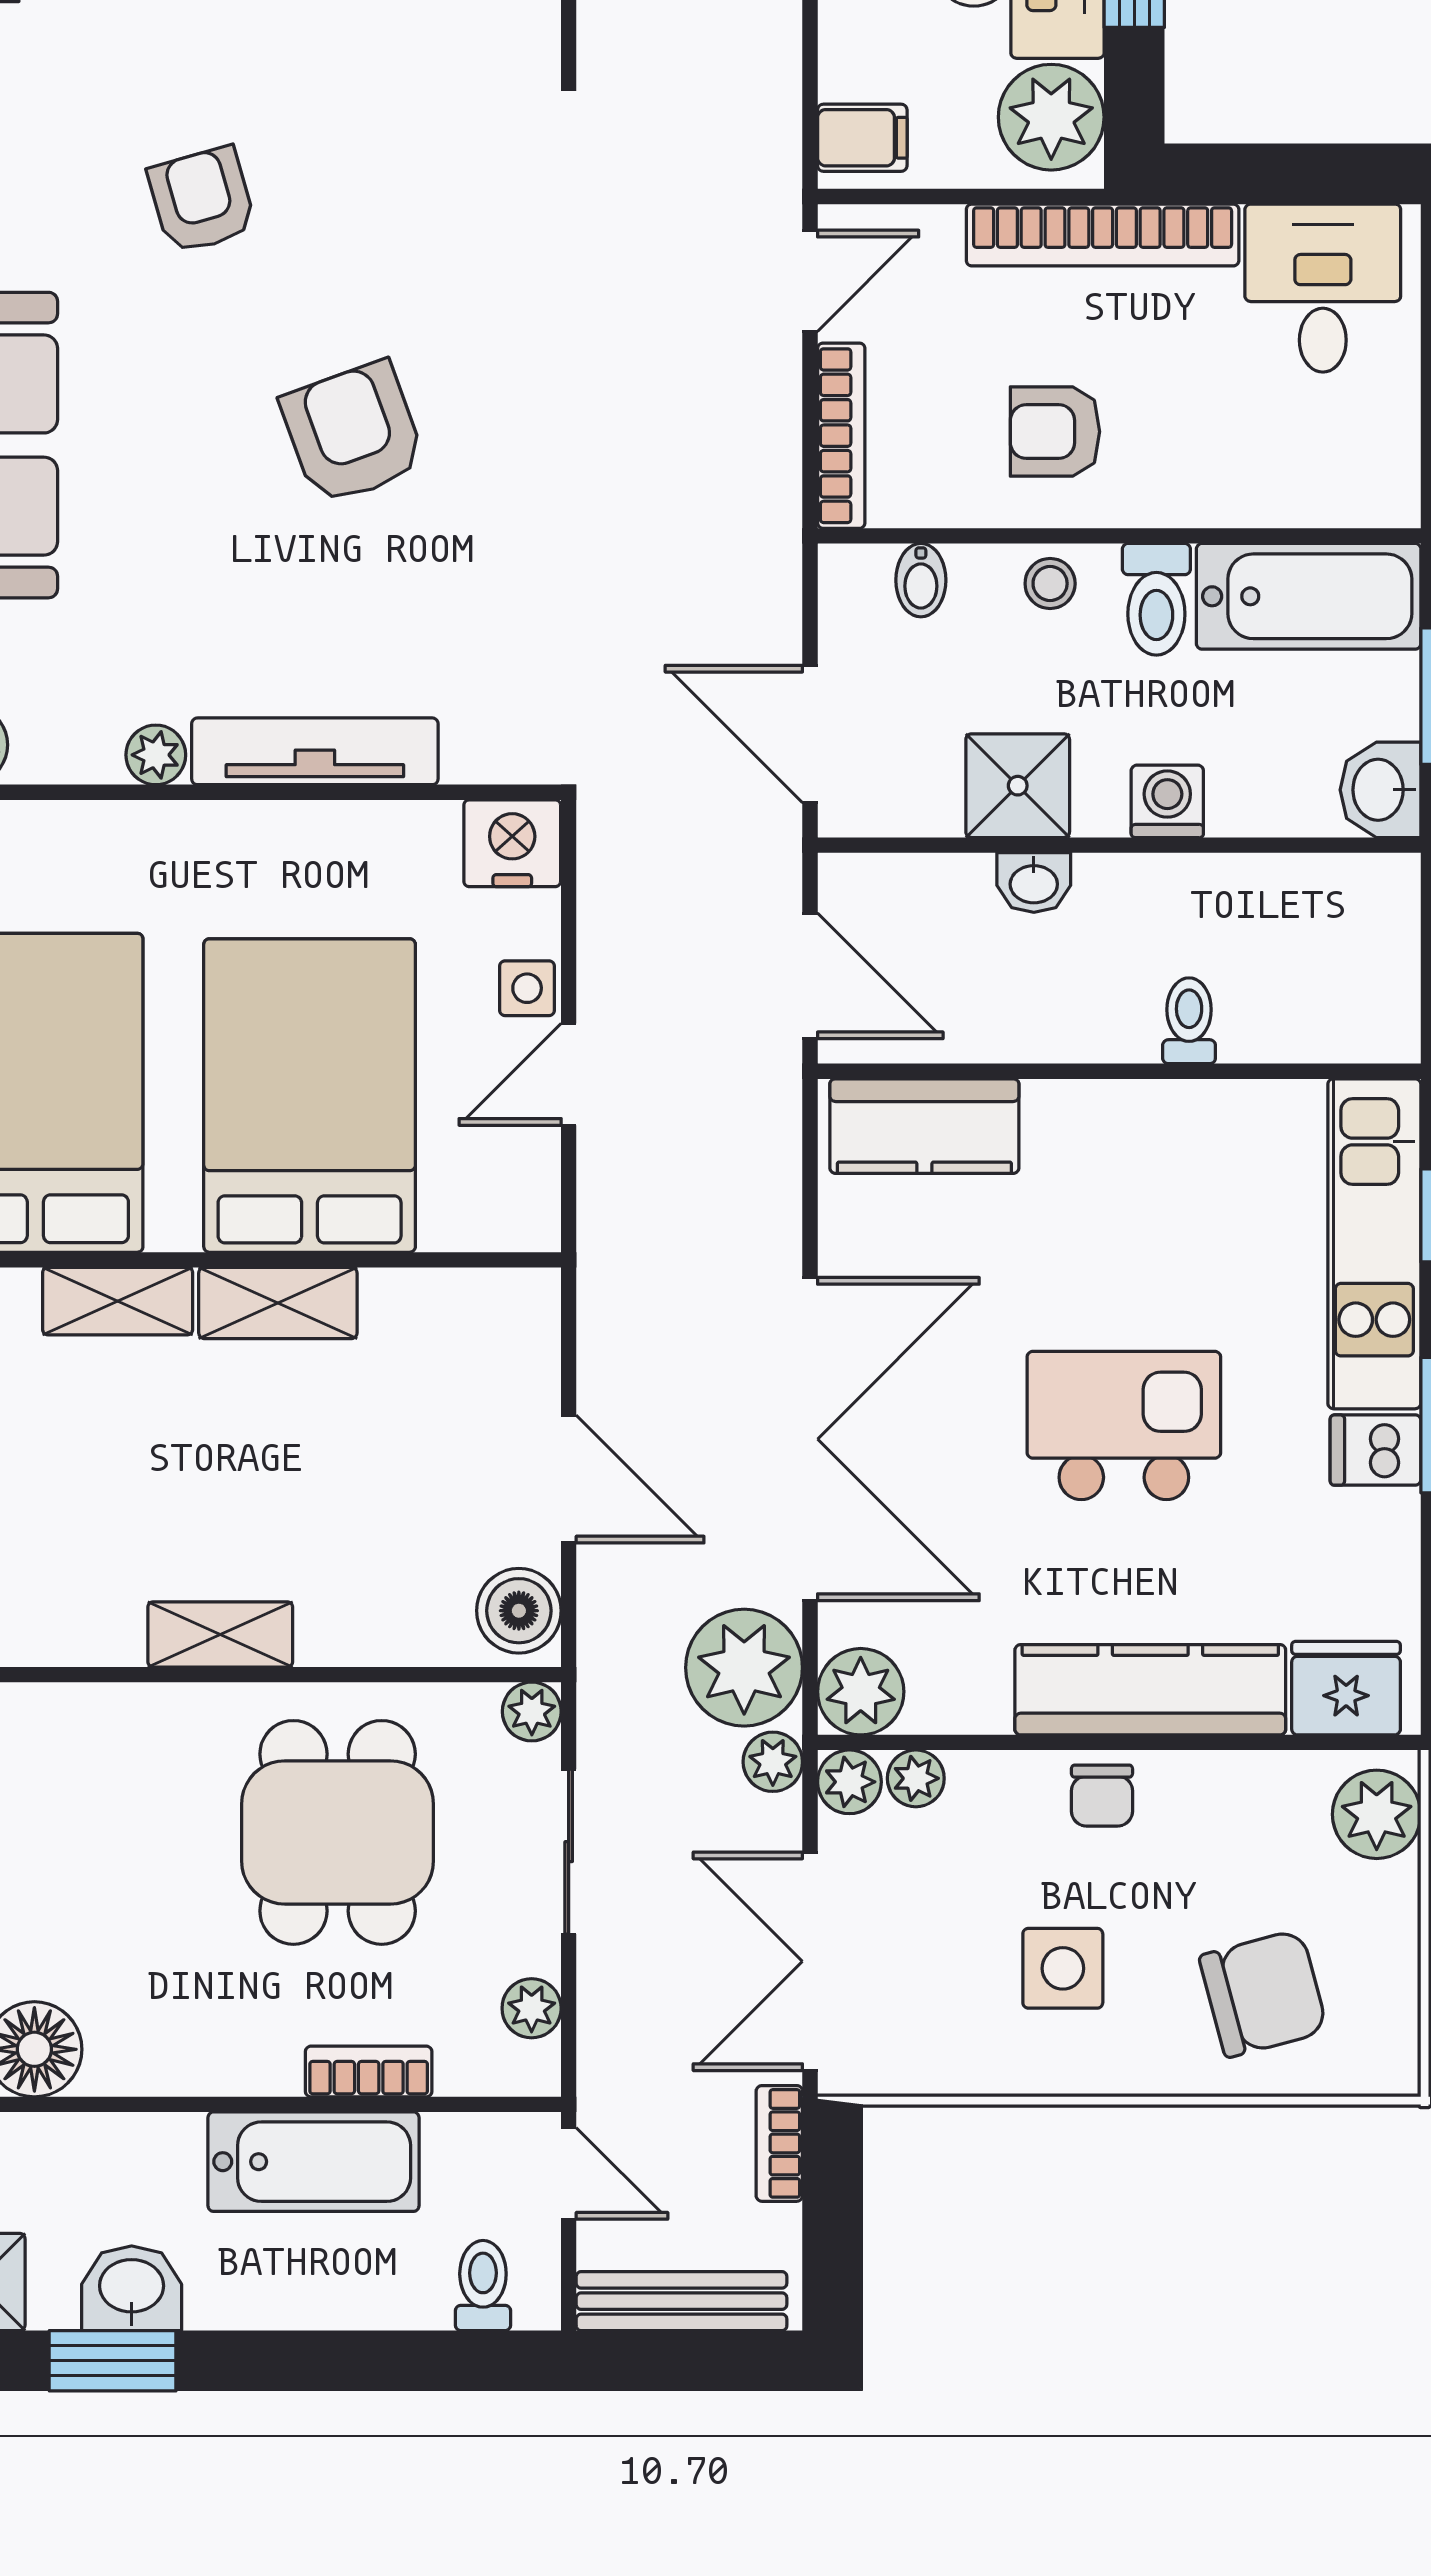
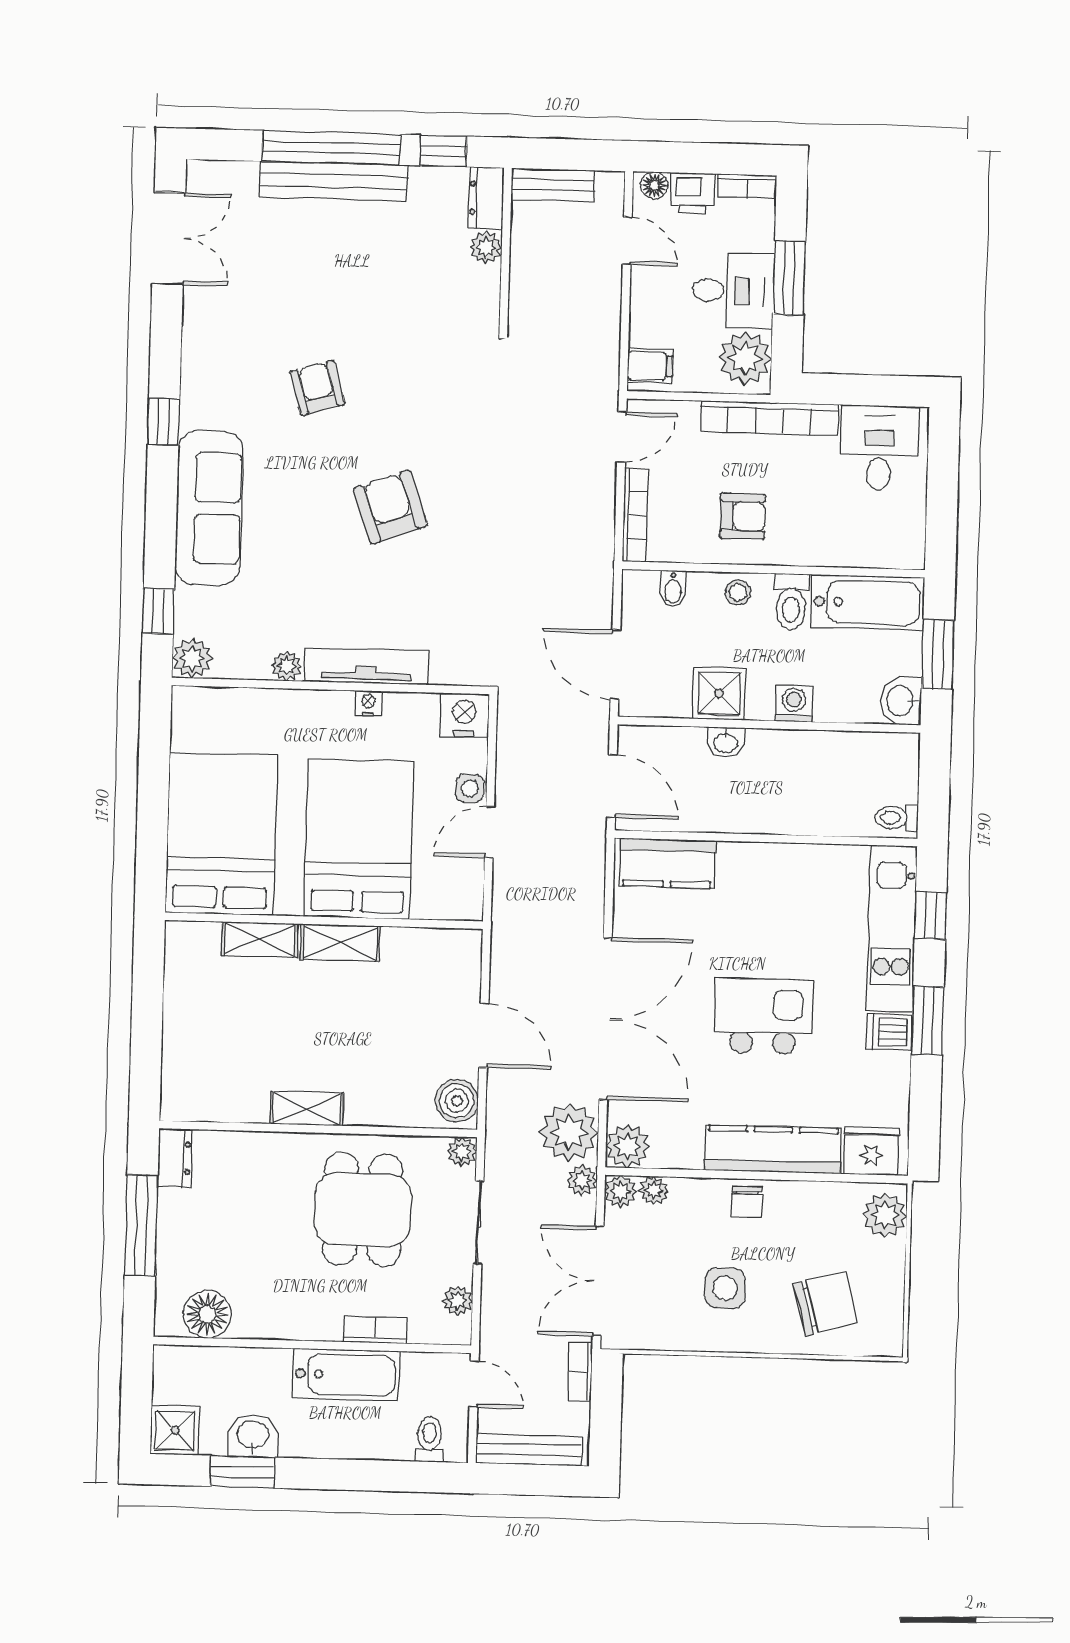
armchair: (1055, 432) -> (743, 516), turned 180
nightstand: (321, 825) -> (368, 703), added
toilet: (1189, 1021) -> (896, 818), moved, turned -90

